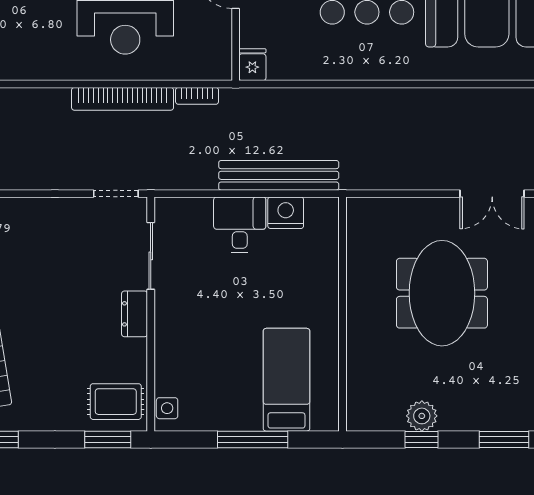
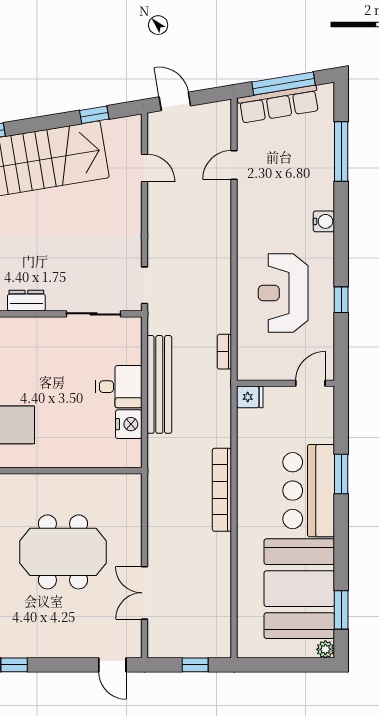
bookcase: (123, 99) -> (222, 490), moved
bench: (279, 175) -> (159, 384), moved
dresser: (135, 314) -> (26, 301), moved

